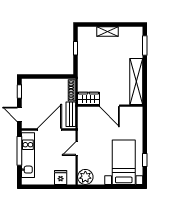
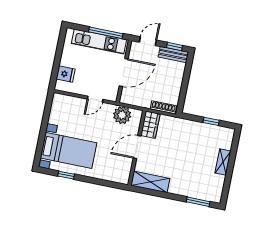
shelving: (136, 81) -> (150, 182), width x0.68
bench: (71, 114) -> (173, 55), moved
door: (50, 129) -> (124, 72), hinge flipped
door: (77, 149) -> (95, 99), swing flipped
plant: (85, 177) -> (122, 115), moved

